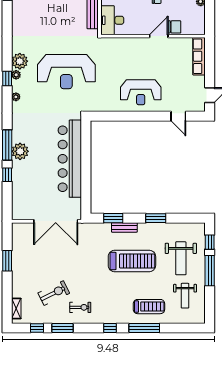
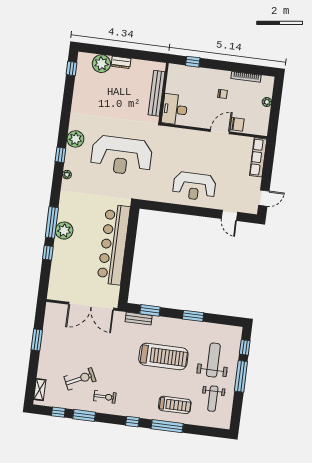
plant: (16, 75) -> (70, 152), removed
bench: (124, 227) -> (139, 319), moved
weight bench: (181, 258) -> (213, 360), turned 180

